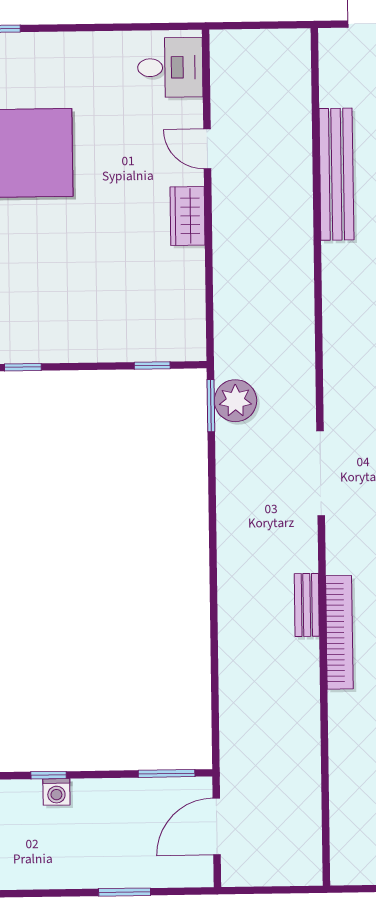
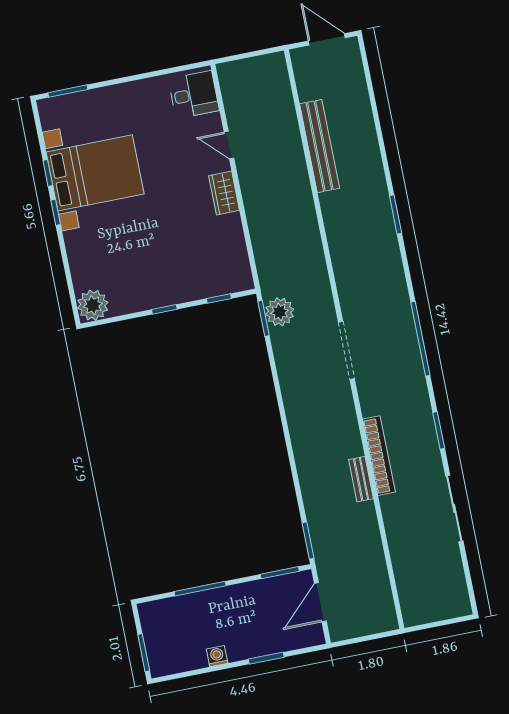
window: (23, 367) -> (164, 309), moved
bench: (307, 605) -> (361, 479), moved
window: (215, 735) -> (308, 541), added
window: (49, 775) -> (200, 589), width x2.17
washing machine: (56, 792) -> (217, 656), moved, turned 180

